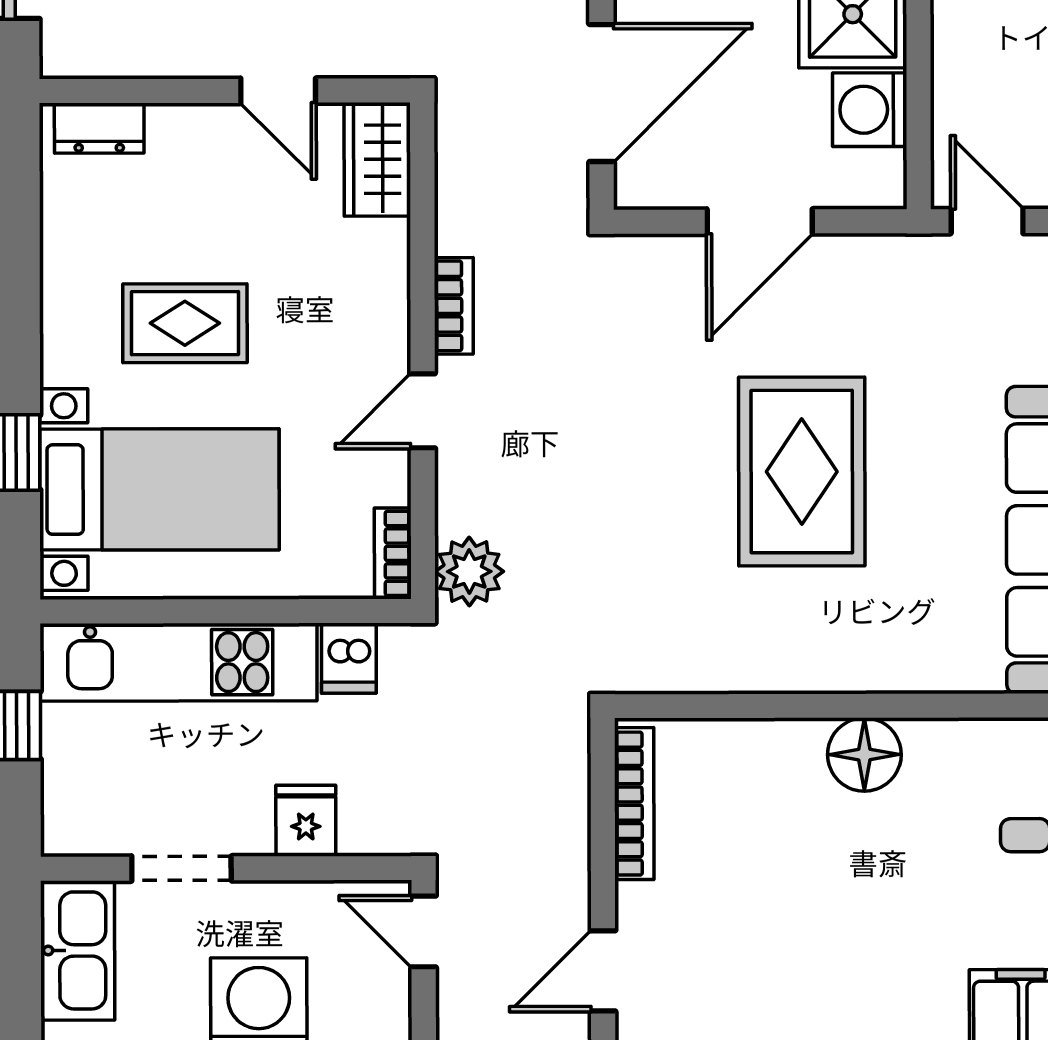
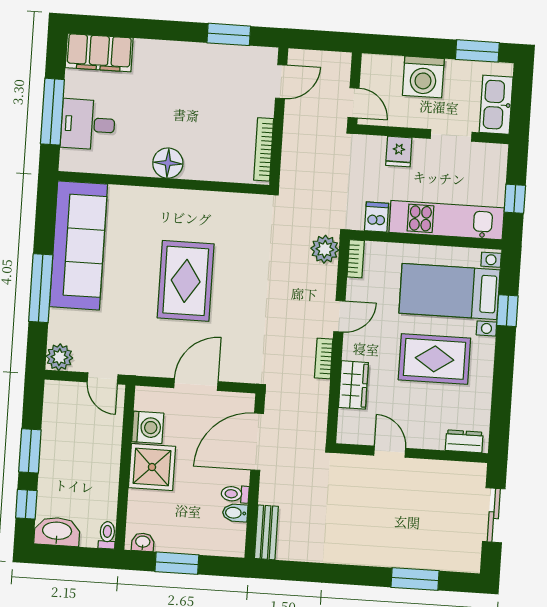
wardrobe: (377, 159) -> (353, 385), moved
rug: (185, 323) -> (434, 359), width x1.36, depth x1.43

